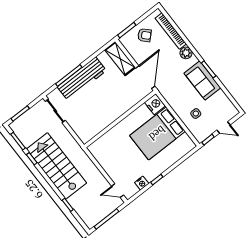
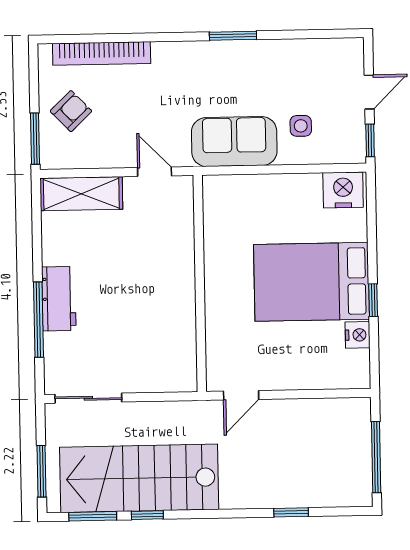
plant: (186, 53) -> (167, 56), removed
door: (145, 77) -> (155, 172), width x0.53
workbench: (82, 79) -> (59, 299), width x0.53, depth x0.76
sofa: (202, 81) -> (234, 142), moved, turned 180
nightstand: (155, 104) -> (343, 190), moved
bed: (157, 133) -> (312, 282), moved, turned 90
stairs: (56, 166) -> (139, 478), moved
door: (118, 191) -> (241, 395), moved

